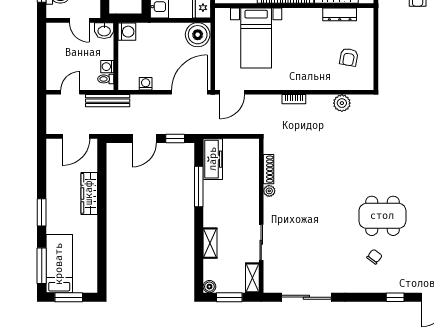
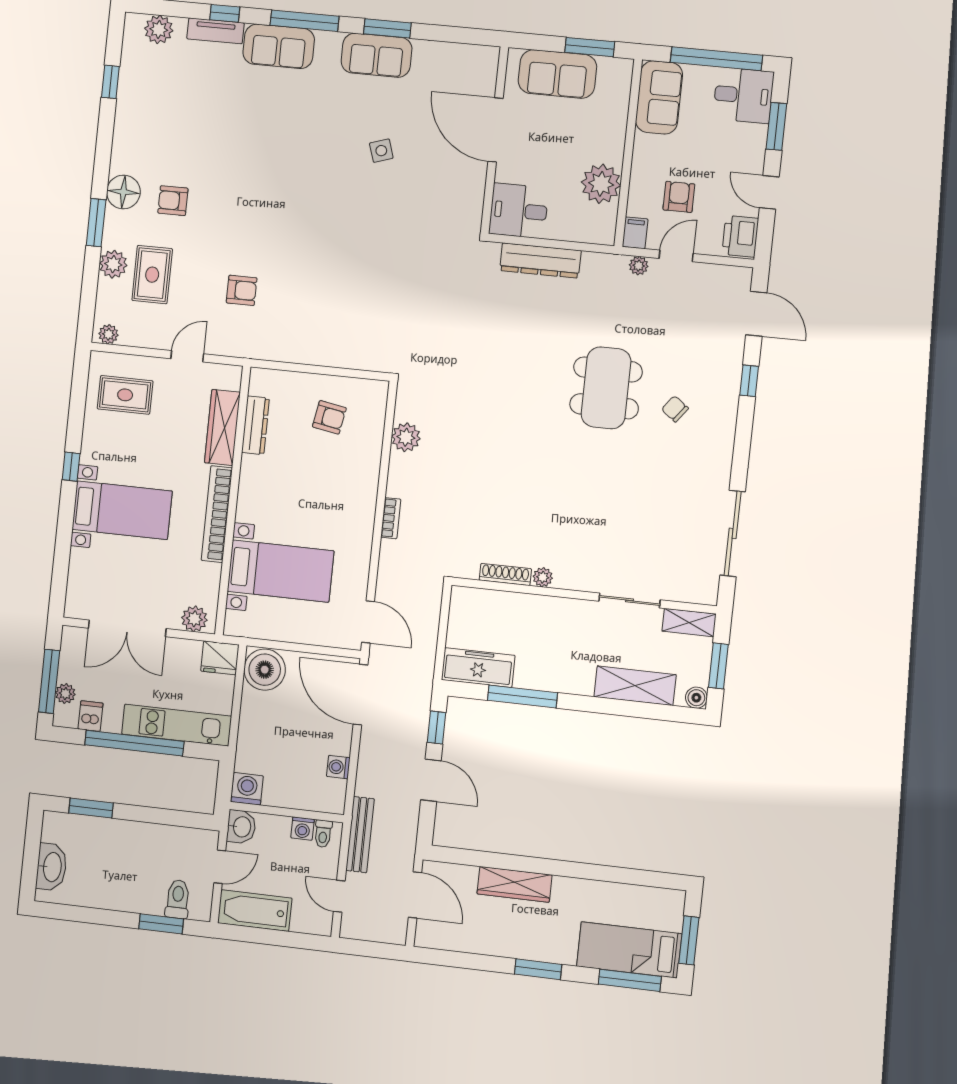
bathtub: (56, 44) -> (255, 911), added
shelving: (210, 243) -> (635, 686), width x1.50, depth x1.33

